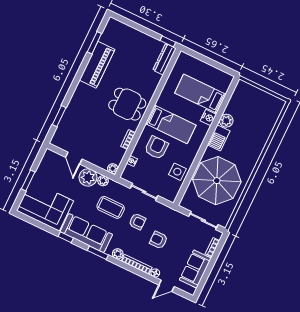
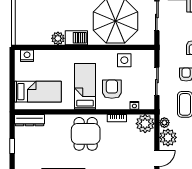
window: (168, 41) -> (12, 146), moved
bed: (200, 94) -> (38, 92), moved, turned -90
nightstand: (208, 118) -> (27, 56), moved
armchair: (156, 148) -> (112, 89), turned 90
plant: (113, 169) -> (145, 124), width x1.87, depth x1.87

